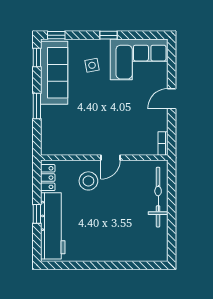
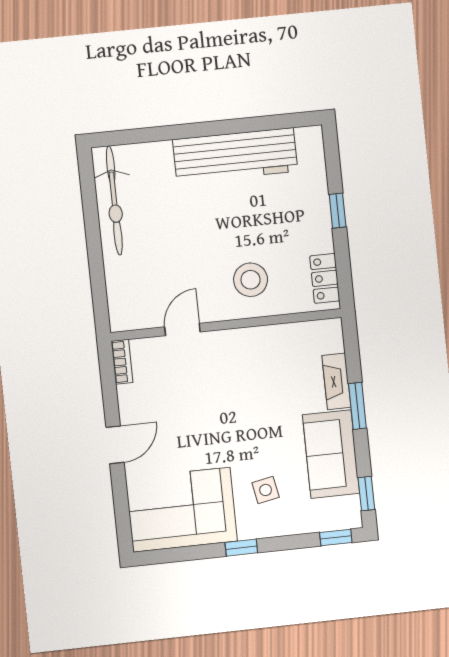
sofa: (54, 73) -> (331, 454), width x0.73
fireplace: (47, 121) -> (336, 381), added
door: (111, 158) -> (182, 329), moved
bicycle: (158, 197) -> (114, 200), moved
workbench: (53, 226) -> (235, 155), moved, turned -90

